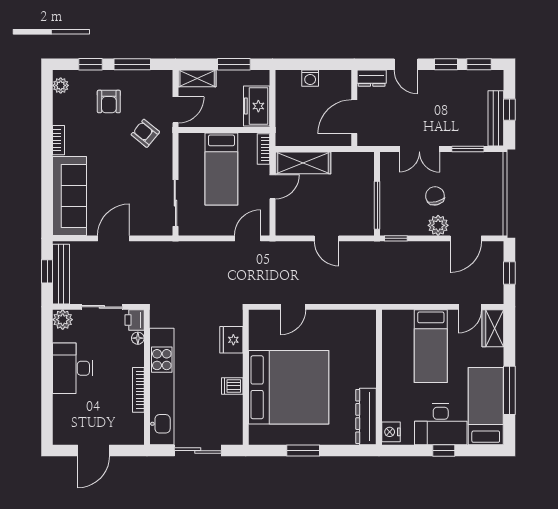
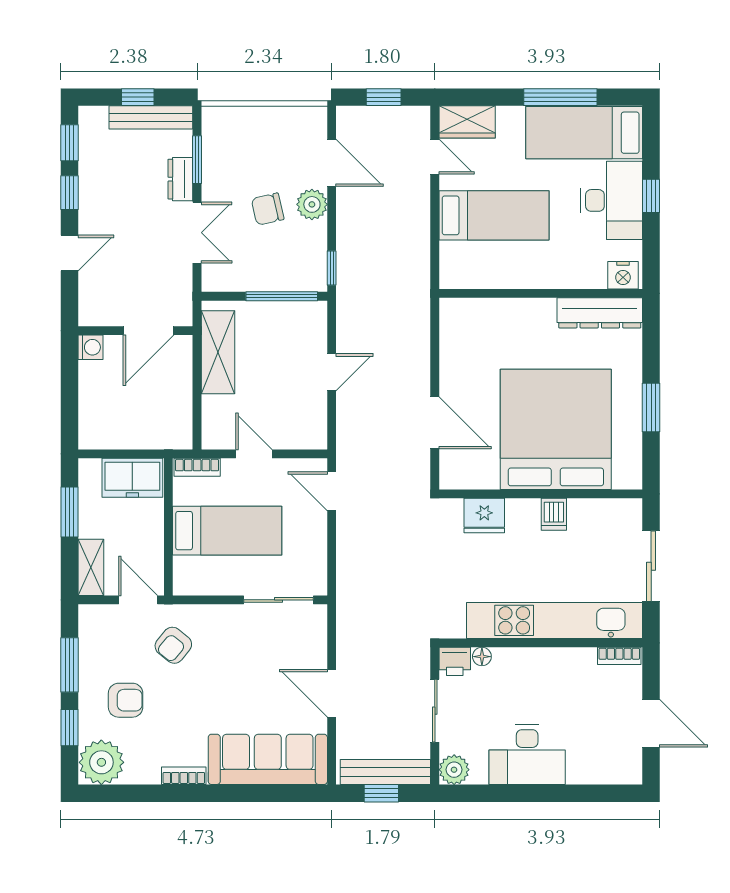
washing machine: (310, 78) -> (90, 347), moved
dresser: (372, 78) -> (180, 179), moved, turned 180
plant: (61, 85) -> (101, 762), width x1.88, depth x1.88
door: (354, 117) -> (148, 331), hinge flipped
shelving: (303, 163) -> (218, 352), moved
door: (293, 307) -> (435, 423), width x1.38
bookcase: (138, 390) -> (619, 656), moved, width x0.64

